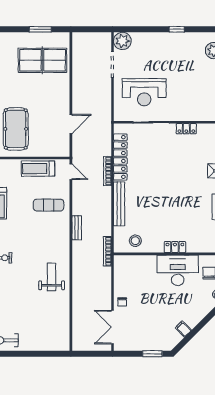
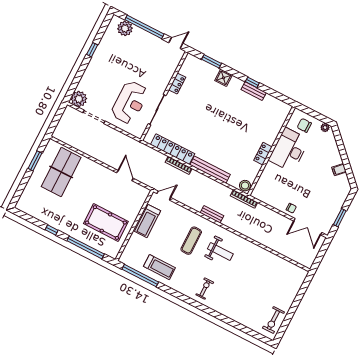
exercise mat: (49, 205) -> (191, 241), moved
stool: (135, 241) -> (245, 186), moved
locker: (175, 247) -> (263, 154), moved
weight bench: (52, 277) -> (220, 251), moved, turned 180
window: (152, 354) -> (340, 218), moved

